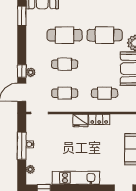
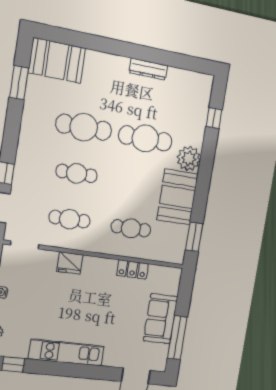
plant: (31, 72) -> (20, 178), removed
locker: (99, 119) -> (132, 269), moved
fridge: (81, 121) -> (70, 263), moved

